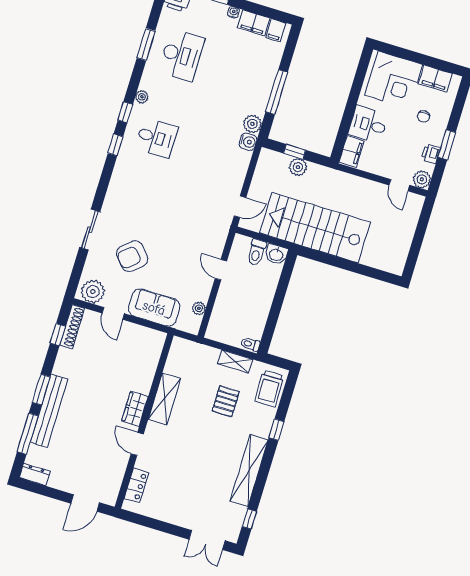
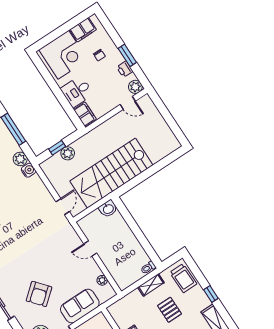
toilet: (256, 252) -> (97, 219), removed

